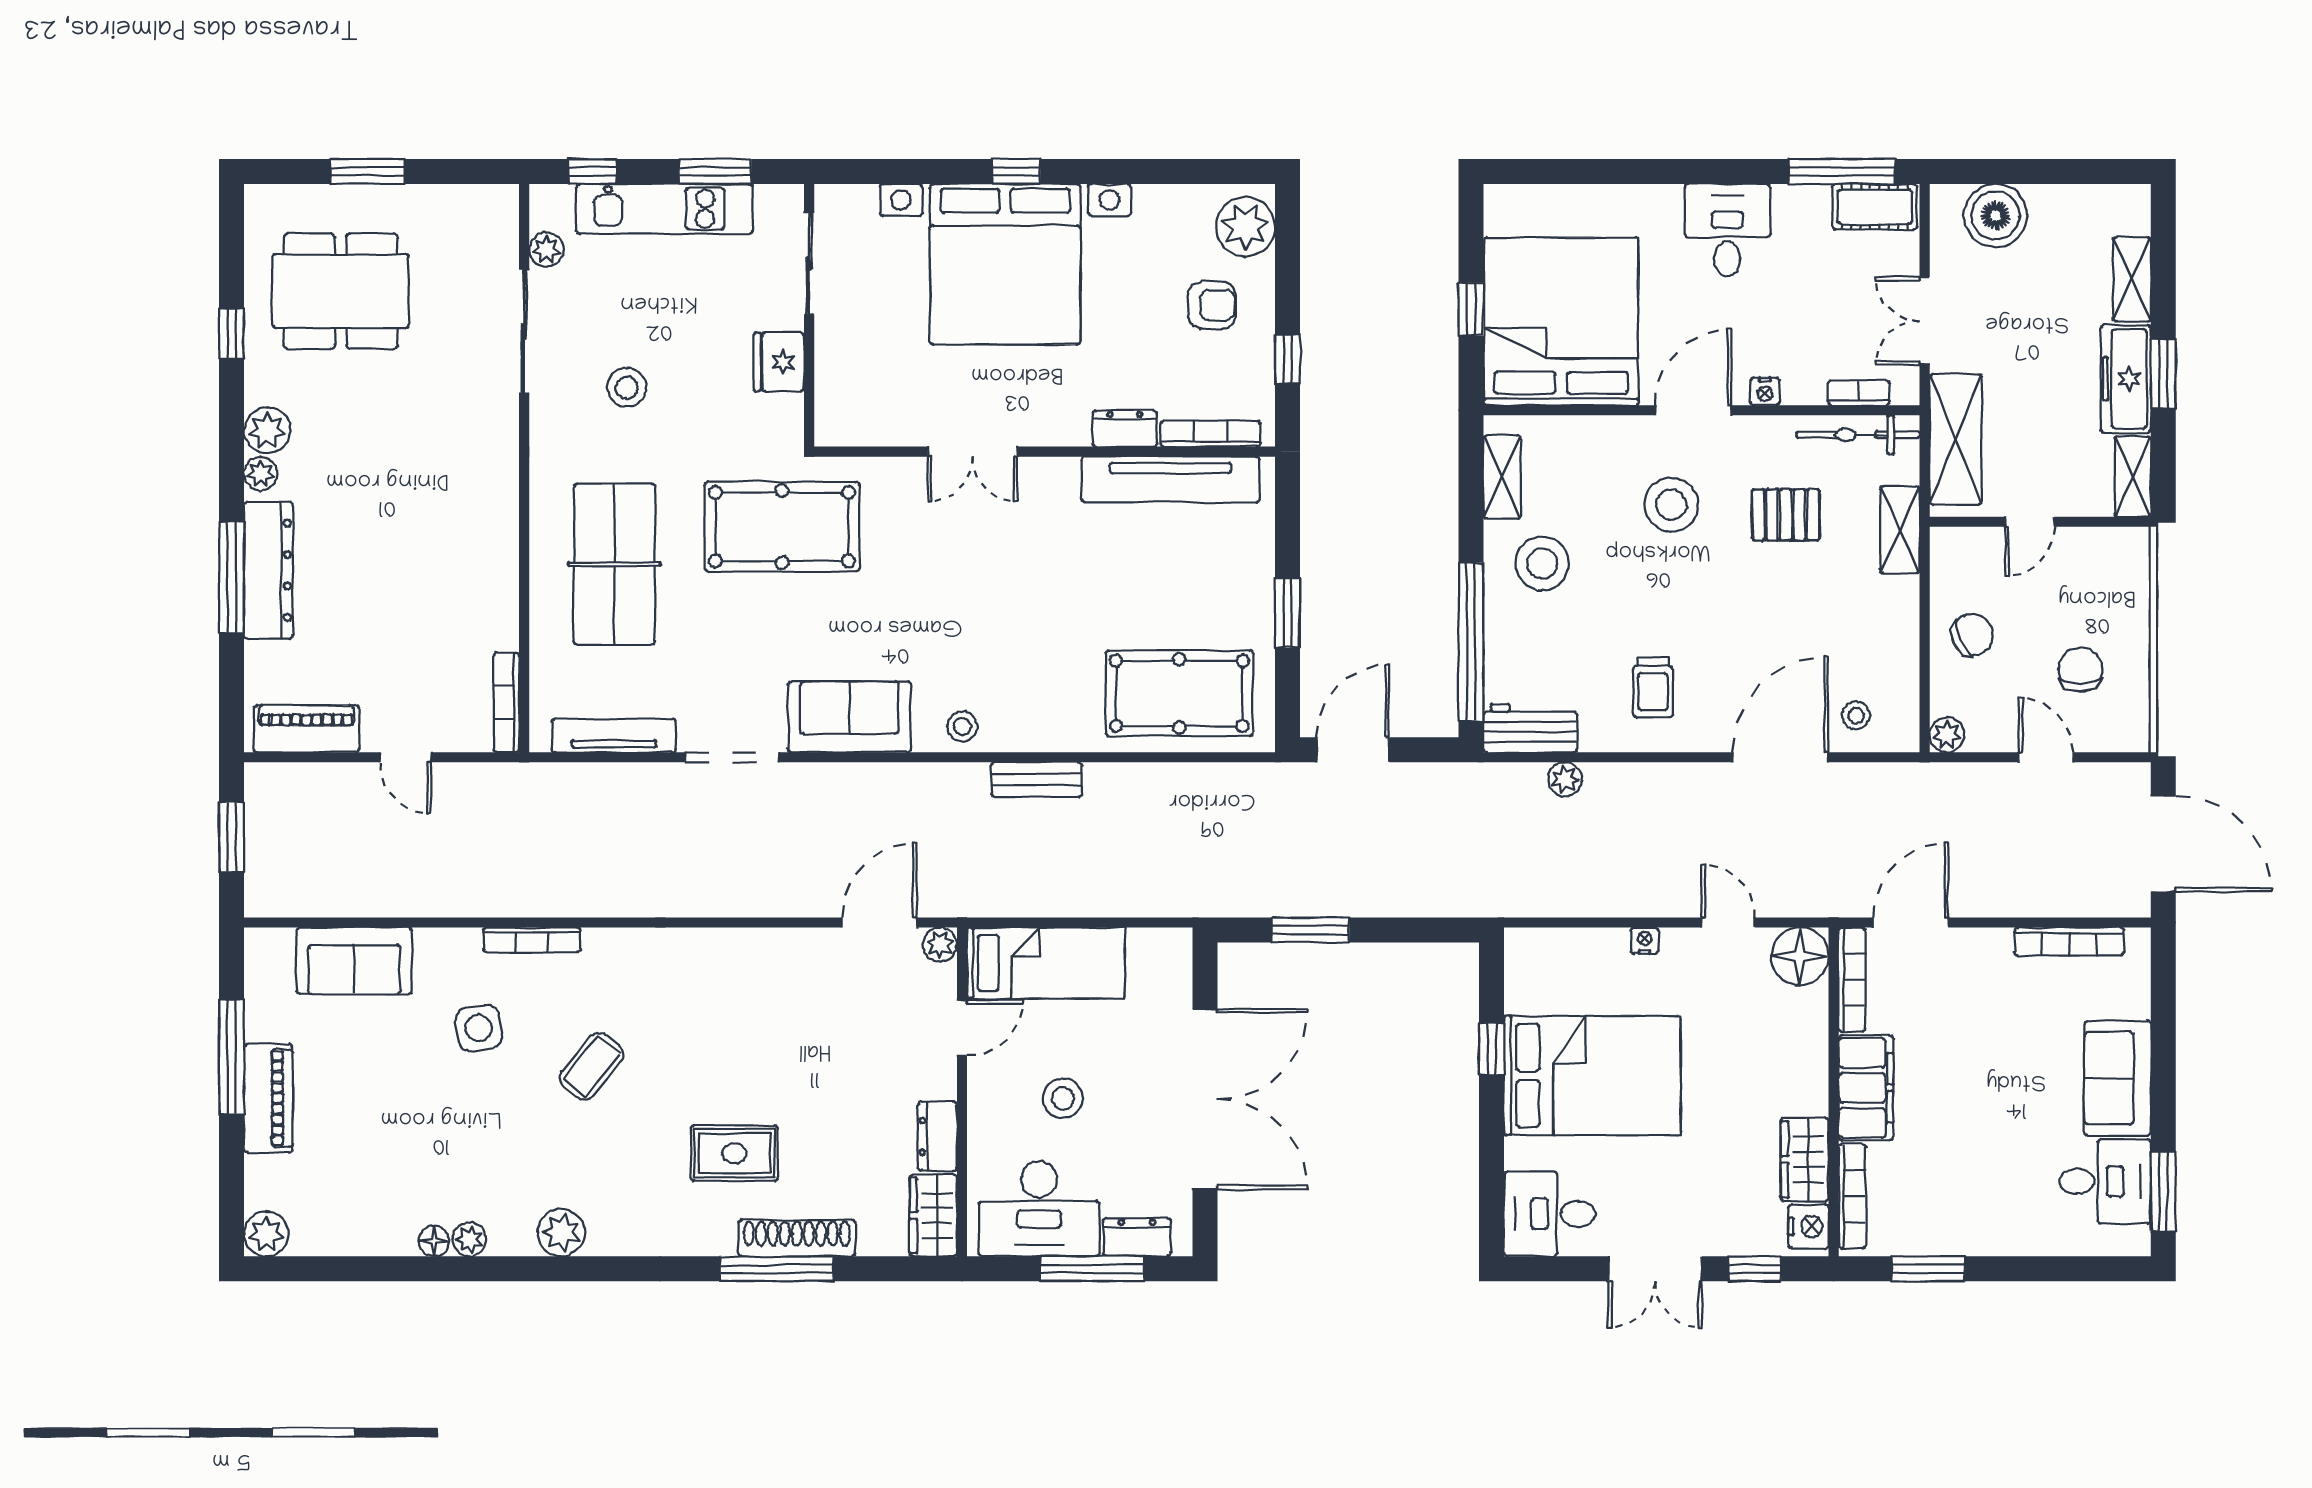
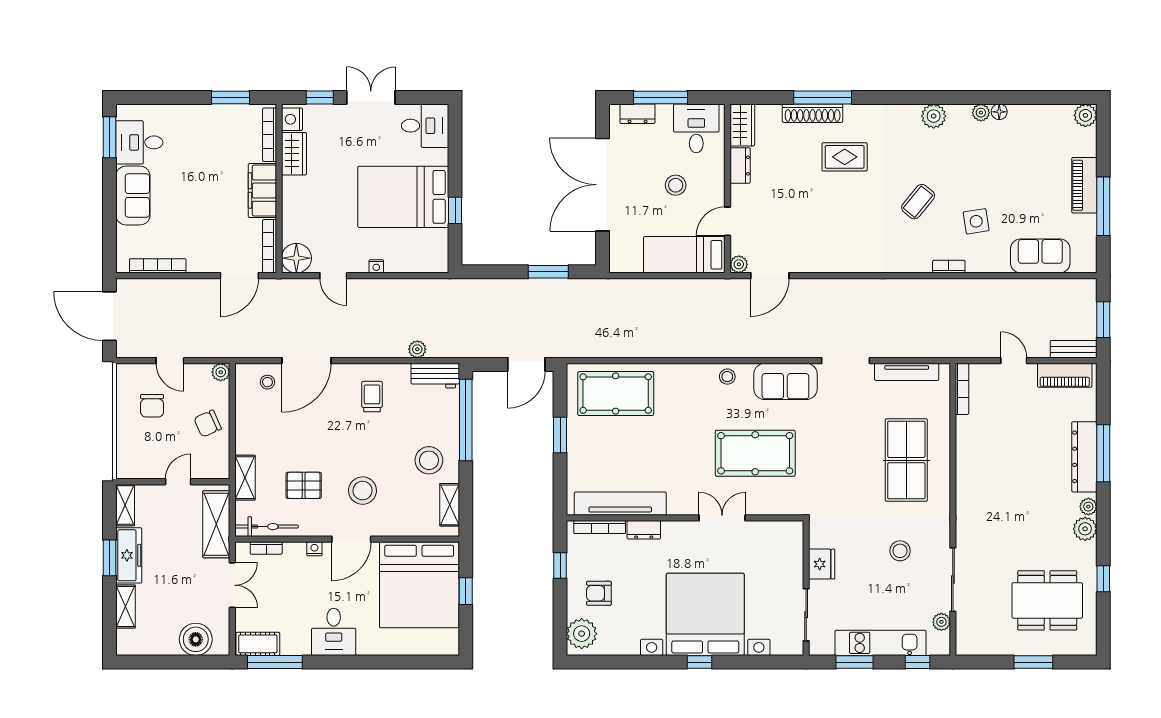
pool table: (782, 527) -> (755, 453), moved
bench: (1036, 780) -> (1074, 349), moved
bookcase: (532, 940) -> (949, 267), width x0.64
desk: (1039, 1209) -> (696, 128), width x0.73

